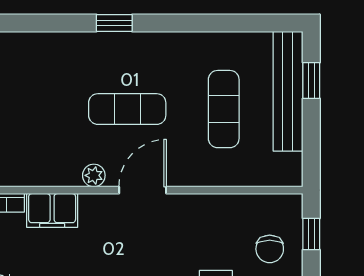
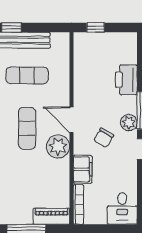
plant: (94, 175) -> (58, 146), width x1.87, depth x1.87
chair: (270, 249) -> (104, 138), moved, turned 120

